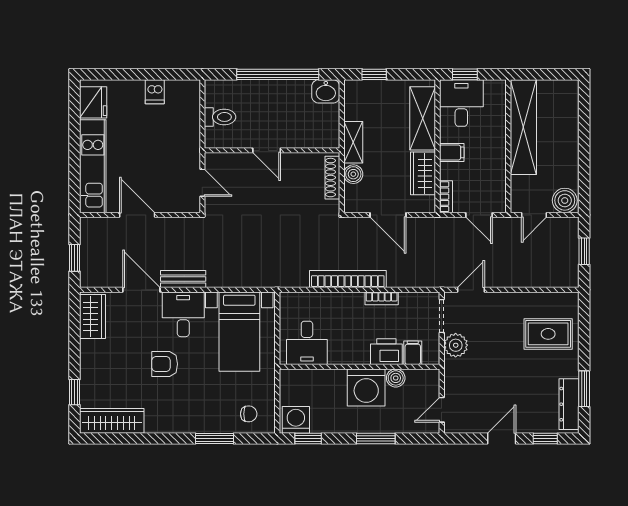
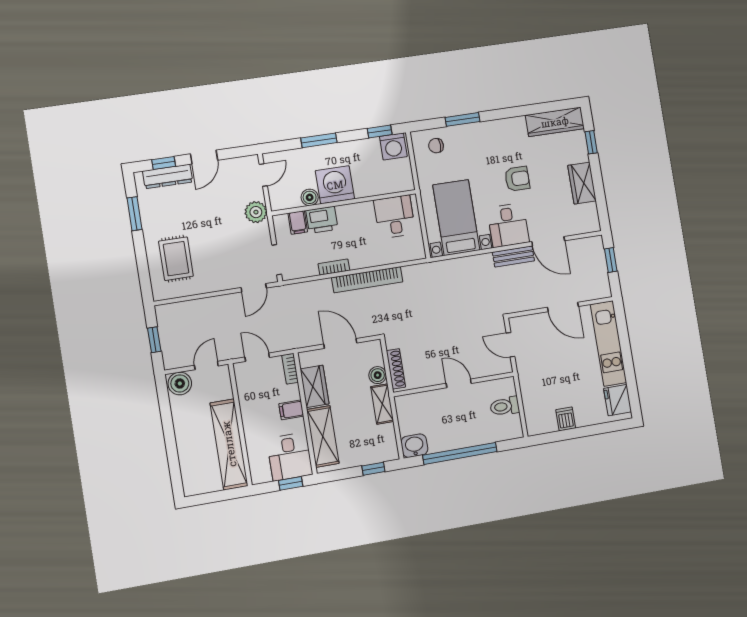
wardrobe: (93, 316) -> (582, 183), moved
rug: (548, 334) -> (176, 259), turned 90
plant: (456, 345) -> (256, 212), moved
dresser: (569, 404) -> (168, 176), moved, turned 90

